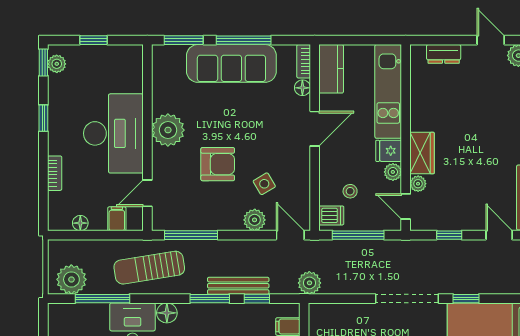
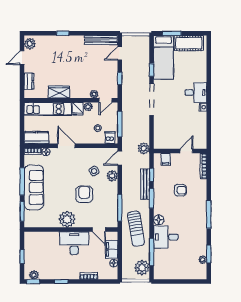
desk: (113, 133) -> (74, 243), width x0.73, depth x0.77
wardrobe: (422, 153) -> (59, 92), moved
filing cabinet: (117, 219) -> (112, 249), width x2.00

